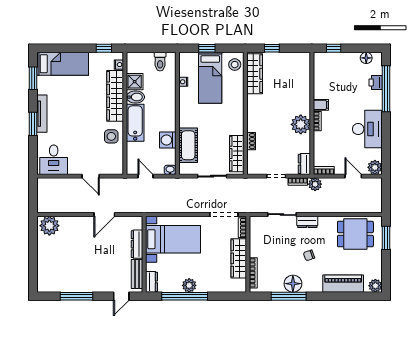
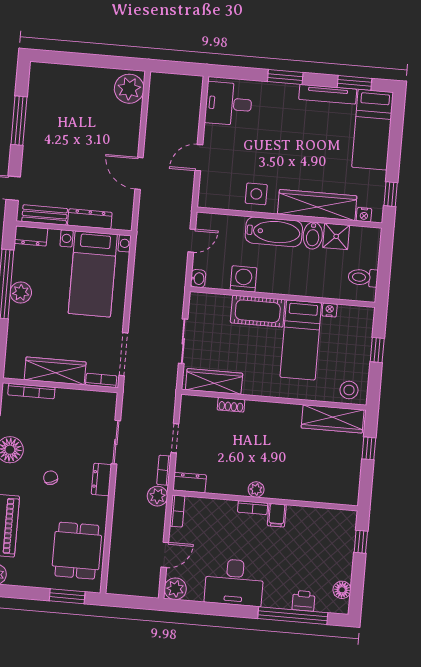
bed: (210, 78) -> (301, 340), moved, turned -90
tv unit: (42, 114) -> (328, 94), moved
plant: (301, 124) -> (256, 489), width x0.53, depth x0.53
cot: (188, 145) -> (258, 311), moved

